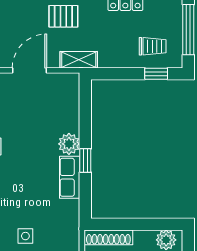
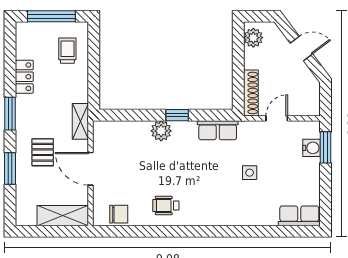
pallet: (63, 16) -> (43, 152), moved
window: (156, 74) -> (94, 47), removed
row of seats: (70, 177) -> (218, 130), moved

